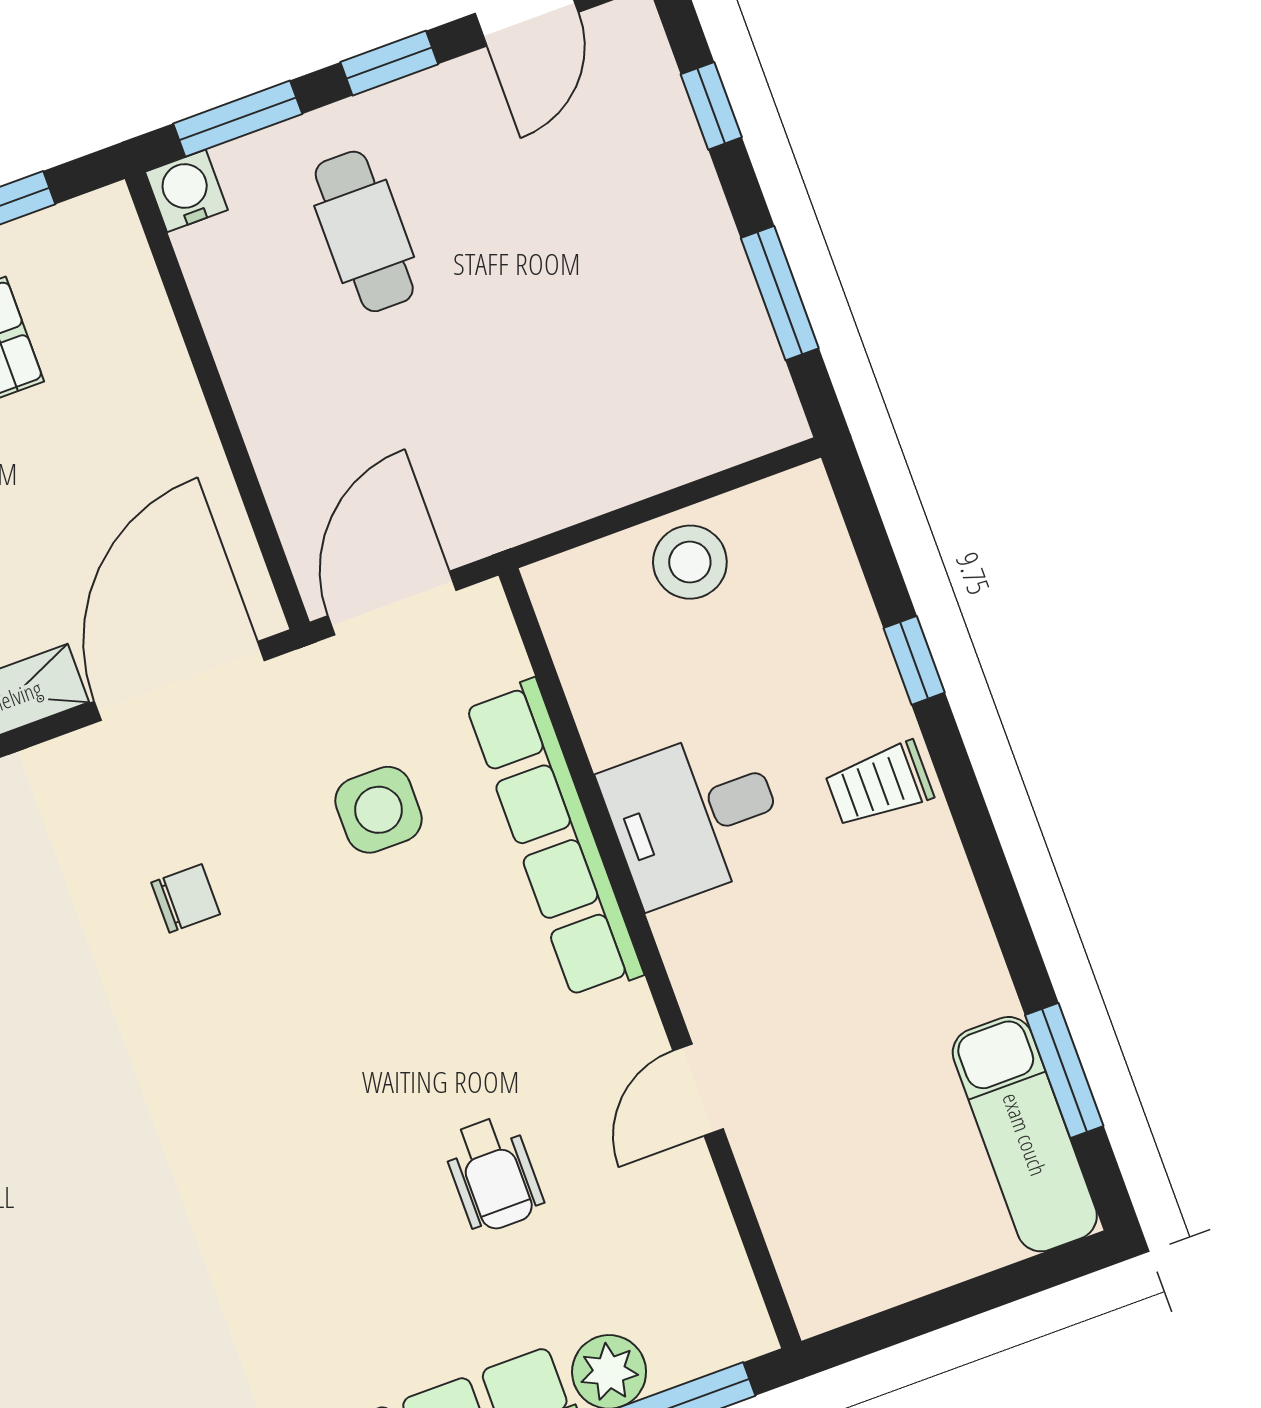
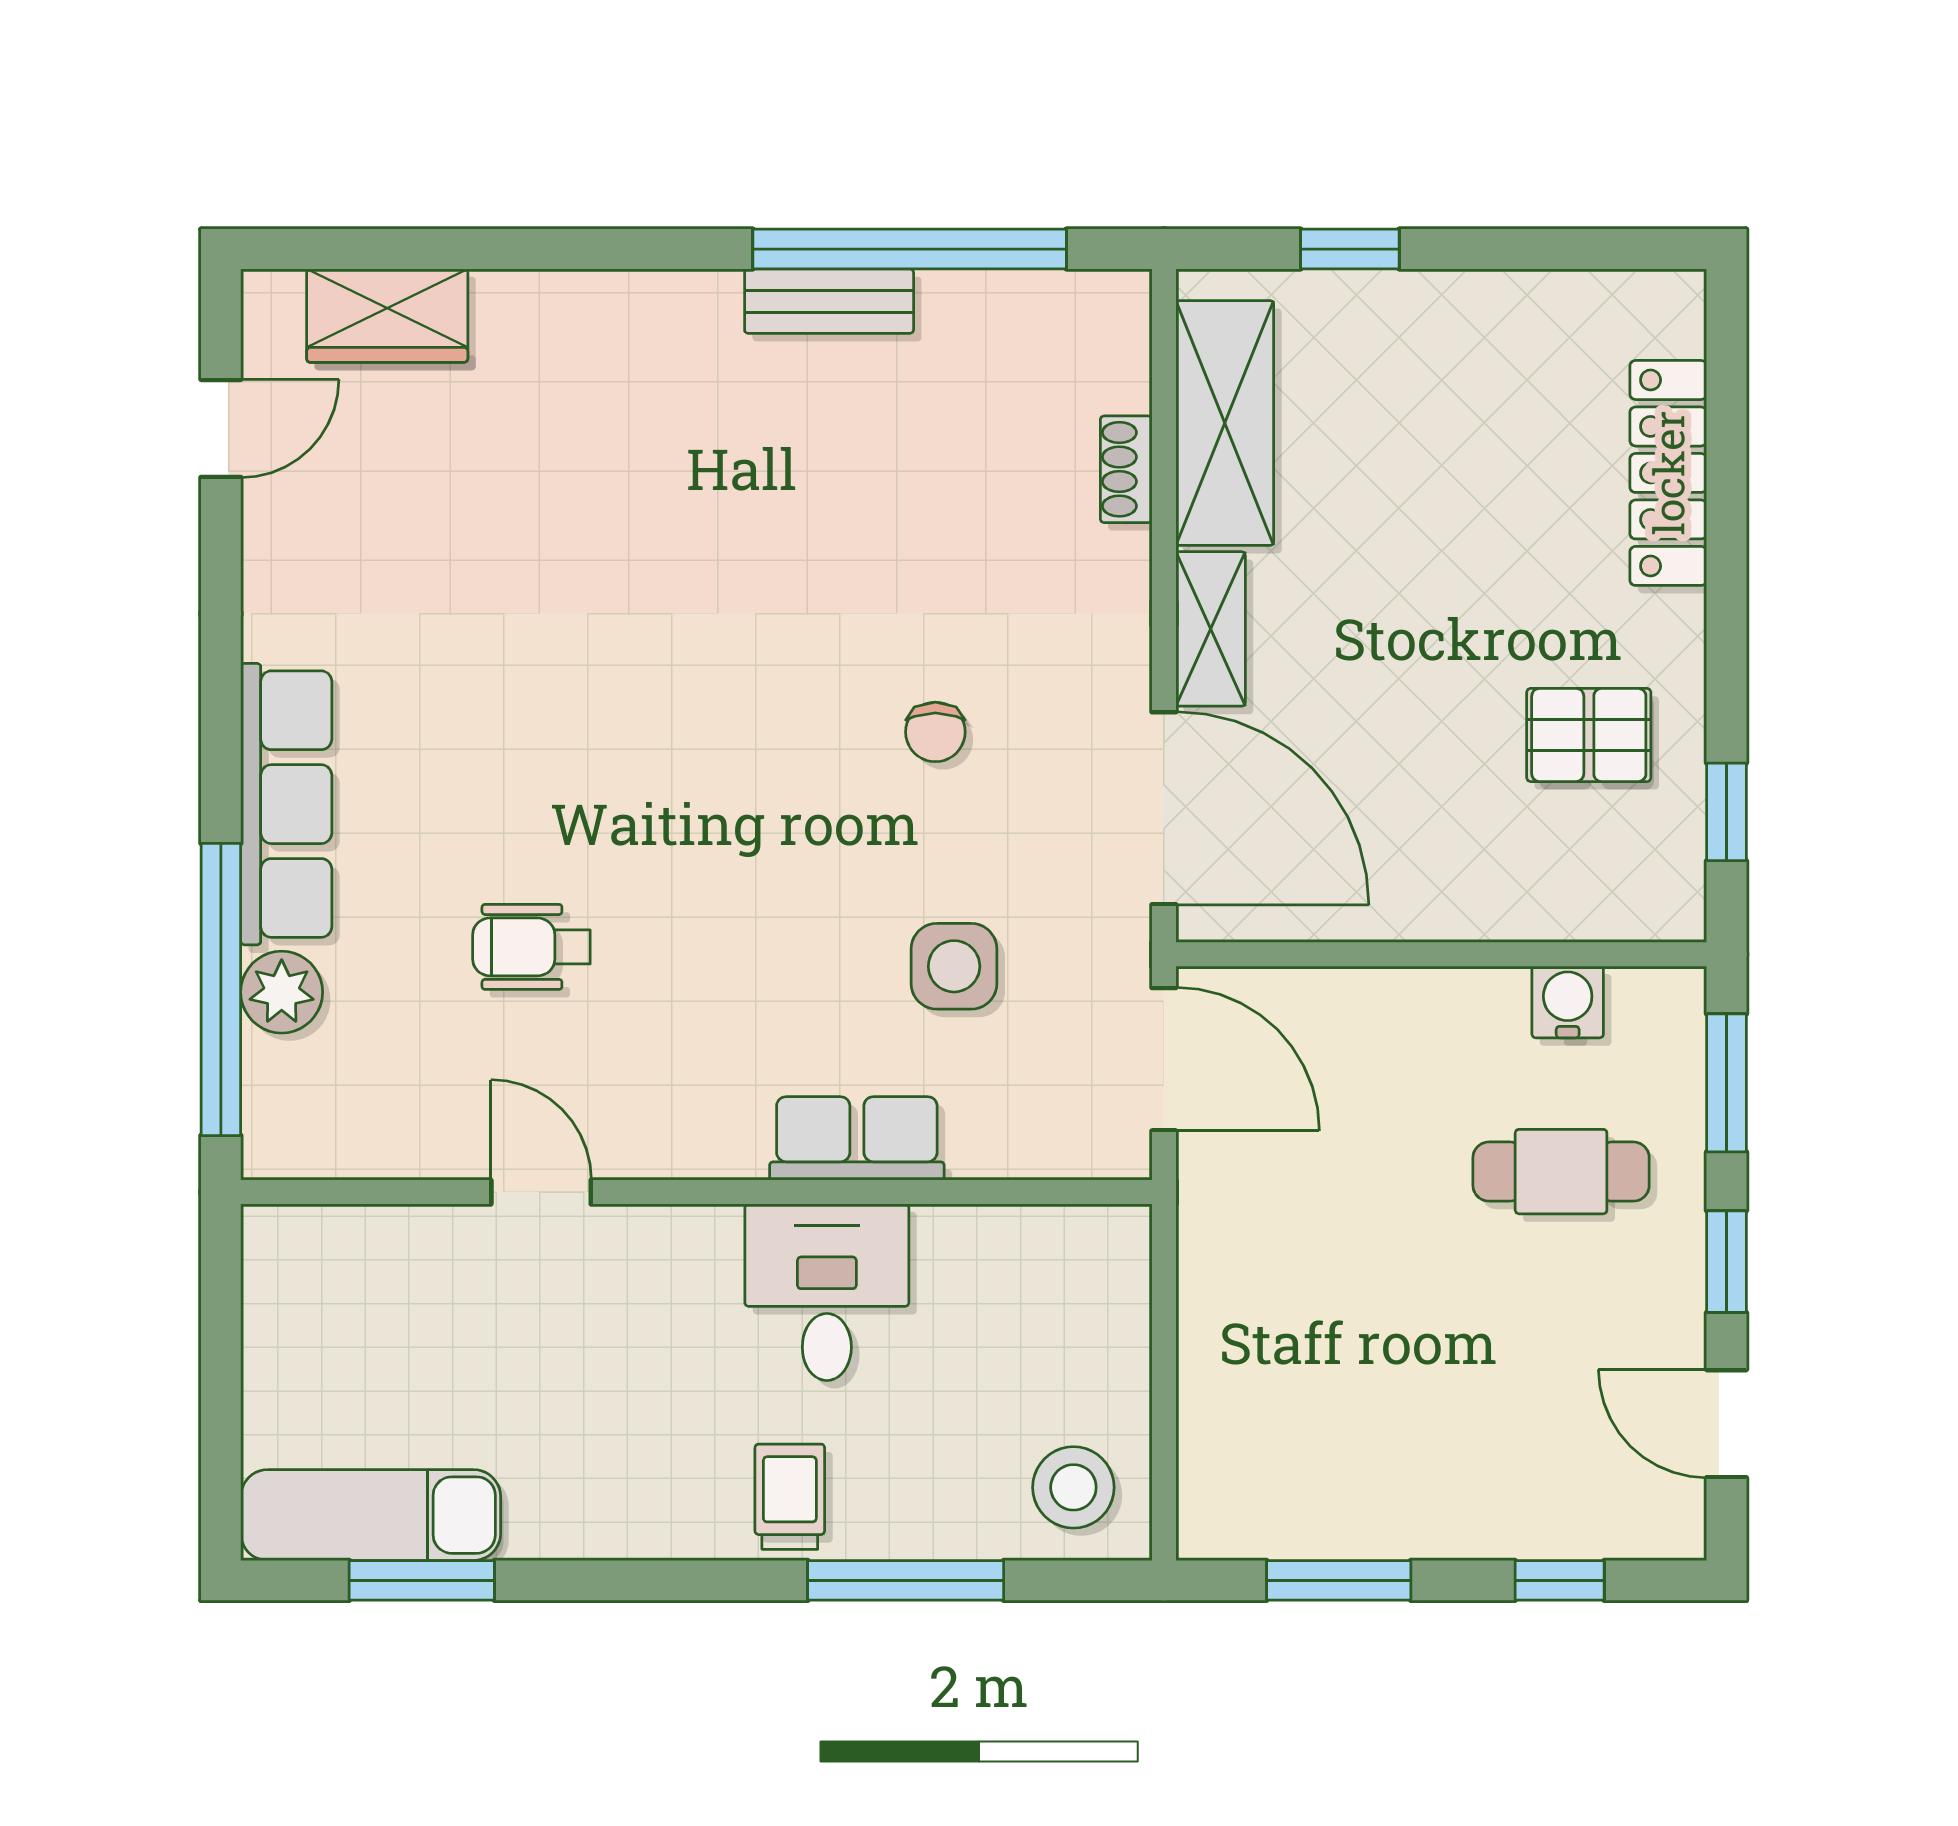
water cooler: (186, 191) -> (1568, 1002), moved, turned -90
stool: (690, 562) -> (1073, 1487), moved
window: (914, 660) -> (906, 1580), width x2.17
row of seats: (555, 839) -> (857, 1138), width x0.50

